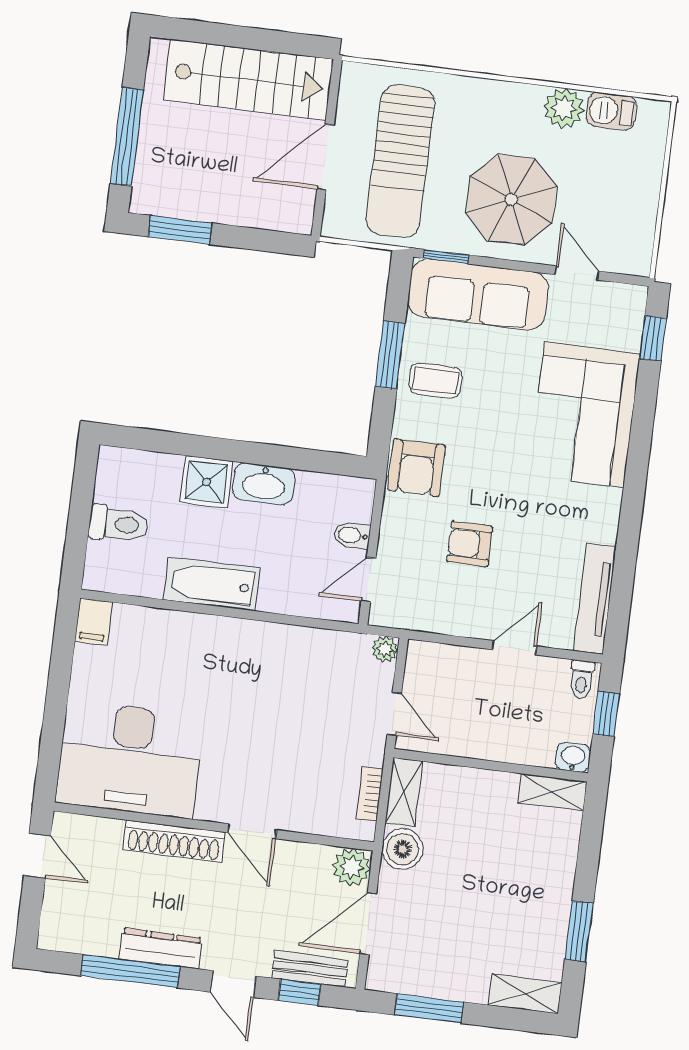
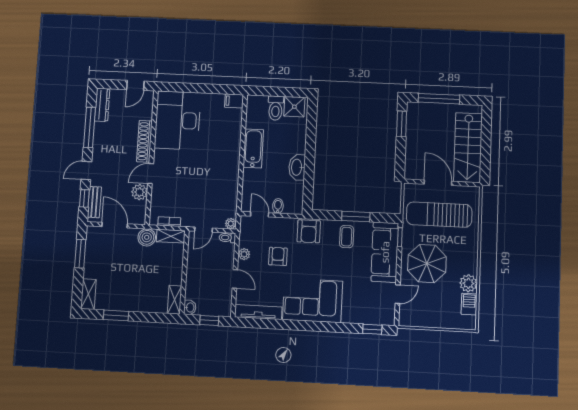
corner sofa: (584, 415) -> (313, 300), moved
armchair: (417, 468) -> (309, 231), turned -90
shower: (206, 482) -> (294, 107), moved
plant: (459, 623) -> (244, 254), added
toilet: (582, 680) -> (227, 238), moved
plant: (352, 867) -> (139, 192), moved
dresser: (161, 949) -> (102, 105), moved

